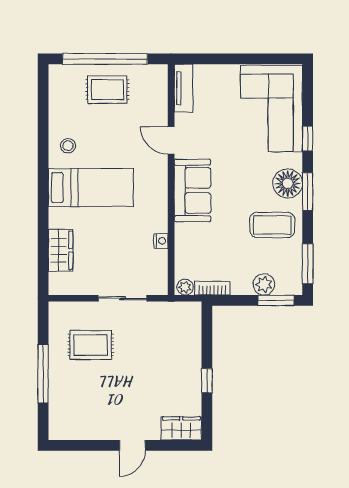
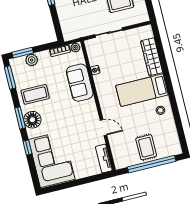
rug: (107, 90) -> (146, 147), turned 90
sofa: (192, 190) -> (80, 83), moved
wardrobe: (60, 250) -> (152, 57), width x1.50

